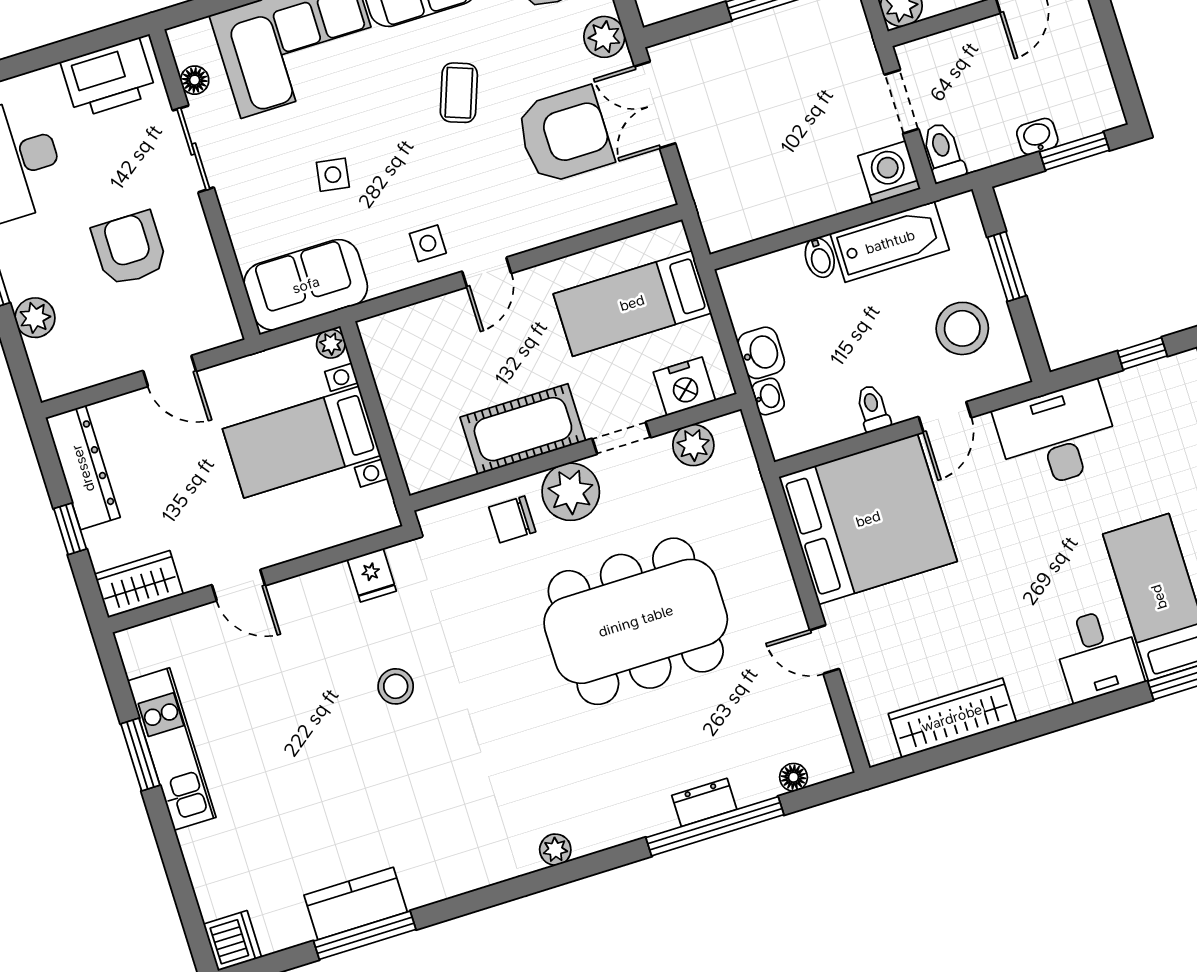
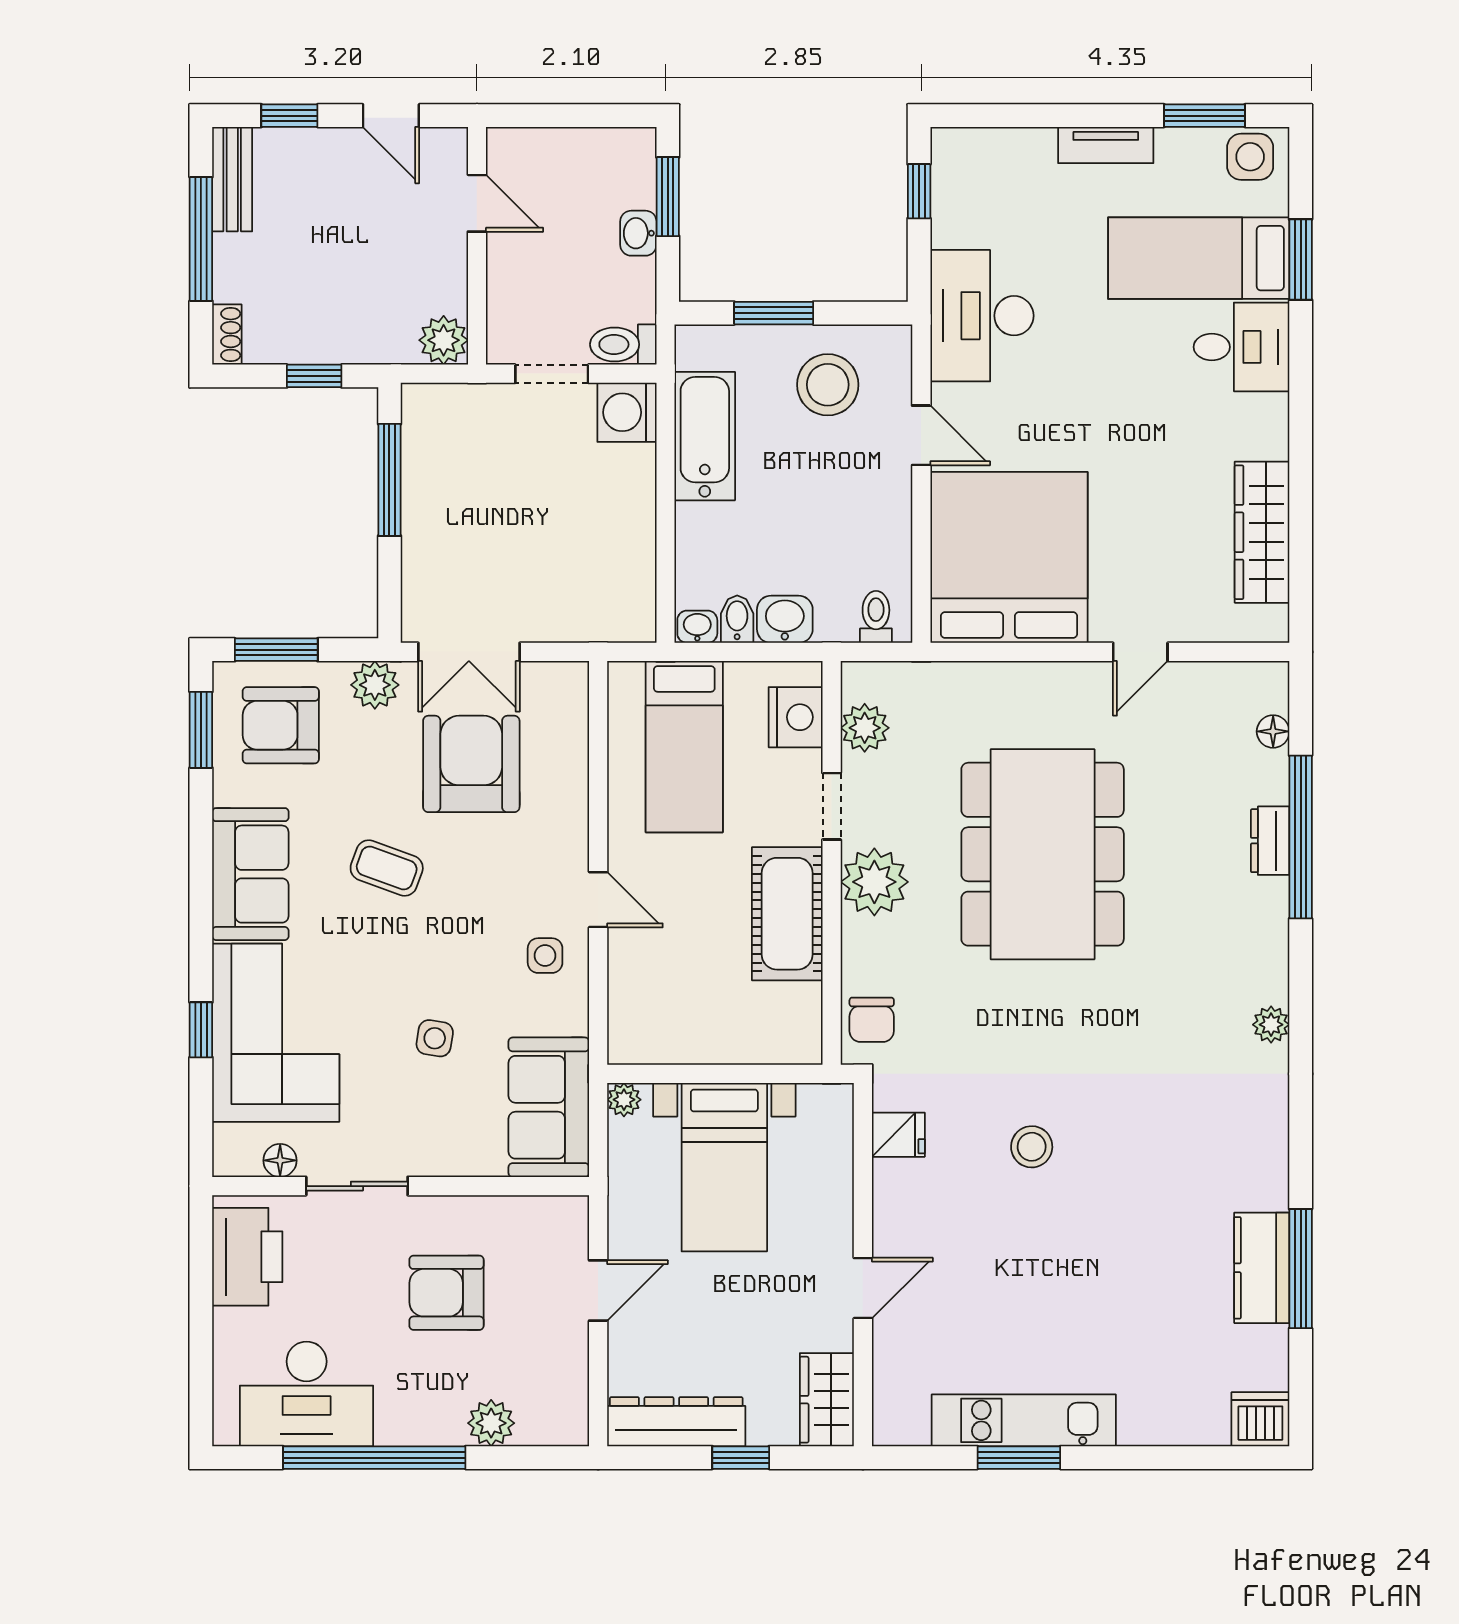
bidet: (820, 258) -> (737, 619), moved, turned -90
washbasin: (768, 397) -> (697, 627), moved
toilet: (873, 408) -> (876, 617), moved, turned 90
chair: (512, 519) -> (872, 1020), moved

